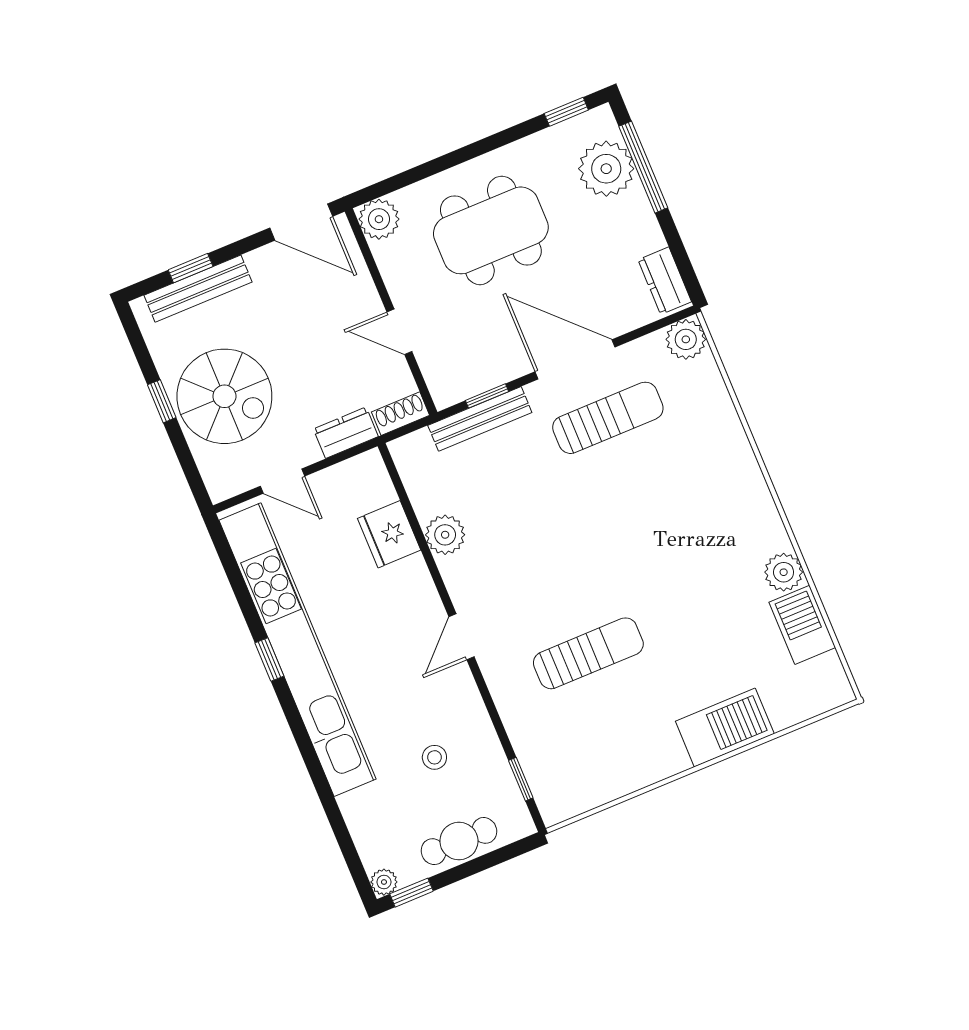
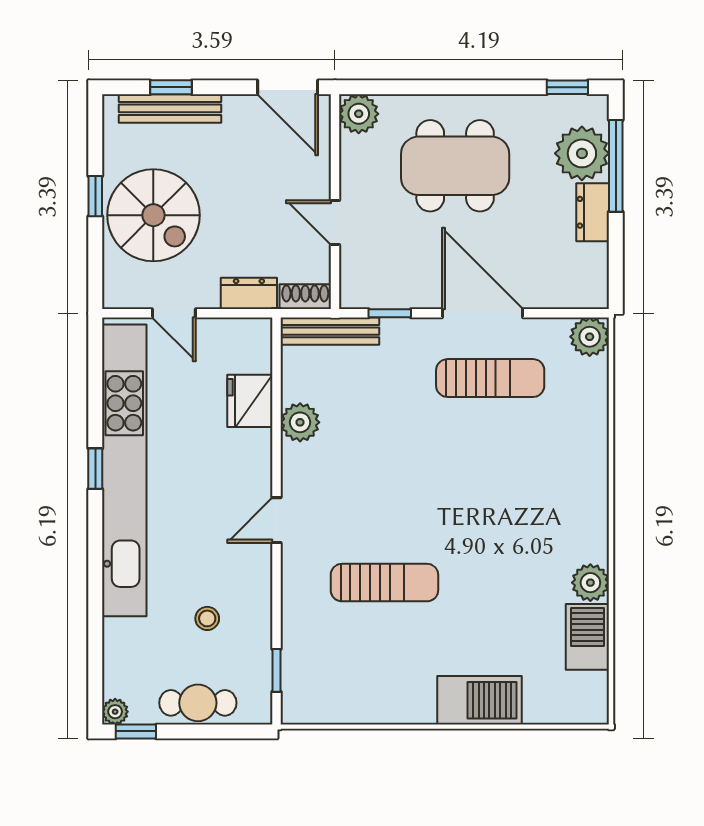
dresser: (665, 281) -> (593, 212), moved
bench: (480, 419) -> (330, 331), moved

